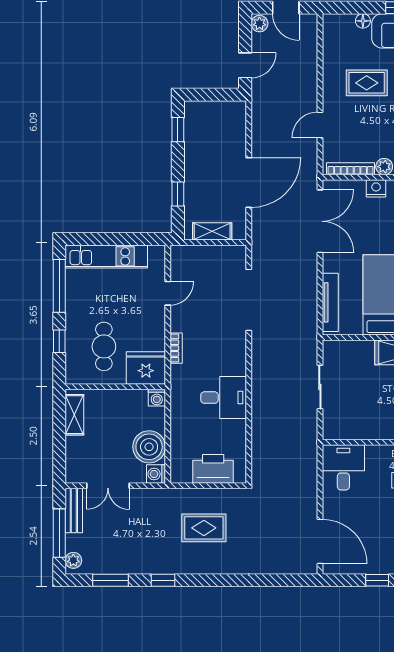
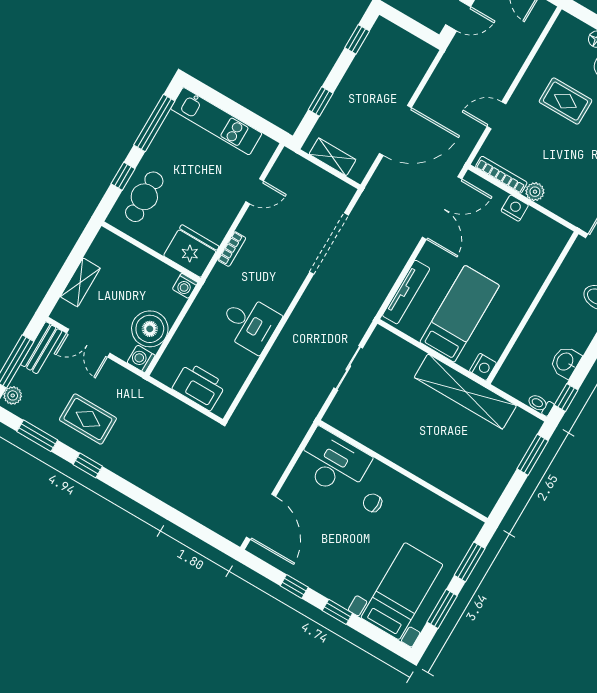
cafe table: (104, 346) -> (144, 197), moved
shelving: (74, 415) -> (80, 282), moved
desk: (343, 467) -> (333, 463), width x1.37
rug: (204, 528) -> (88, 419), moved

